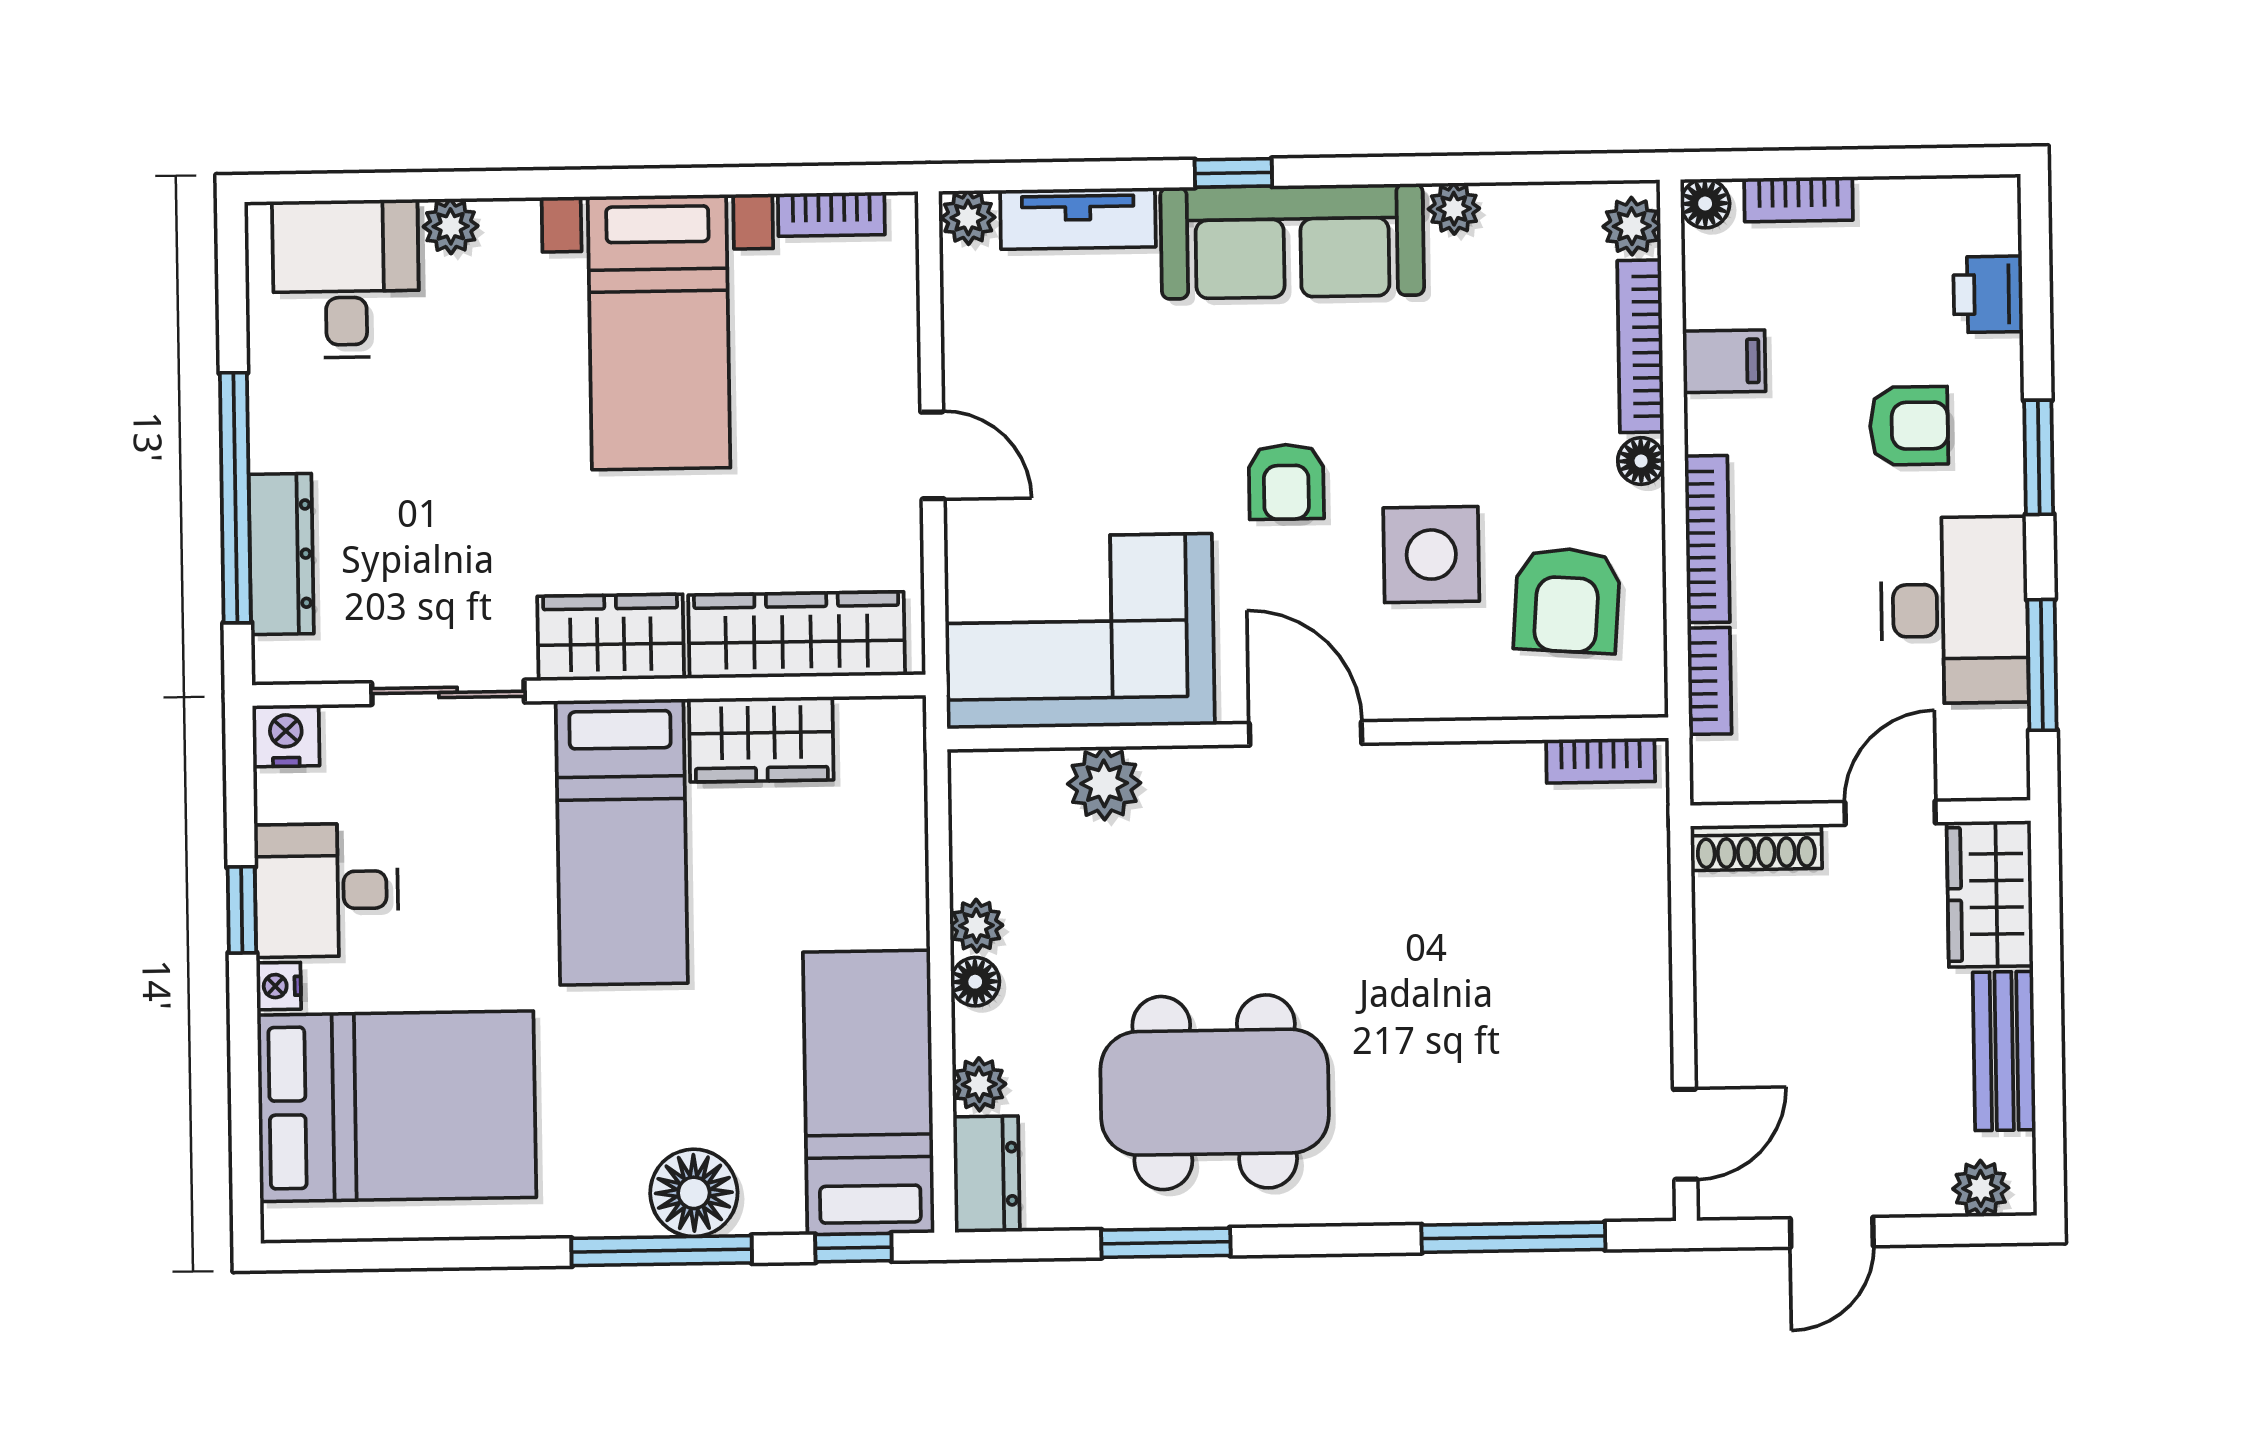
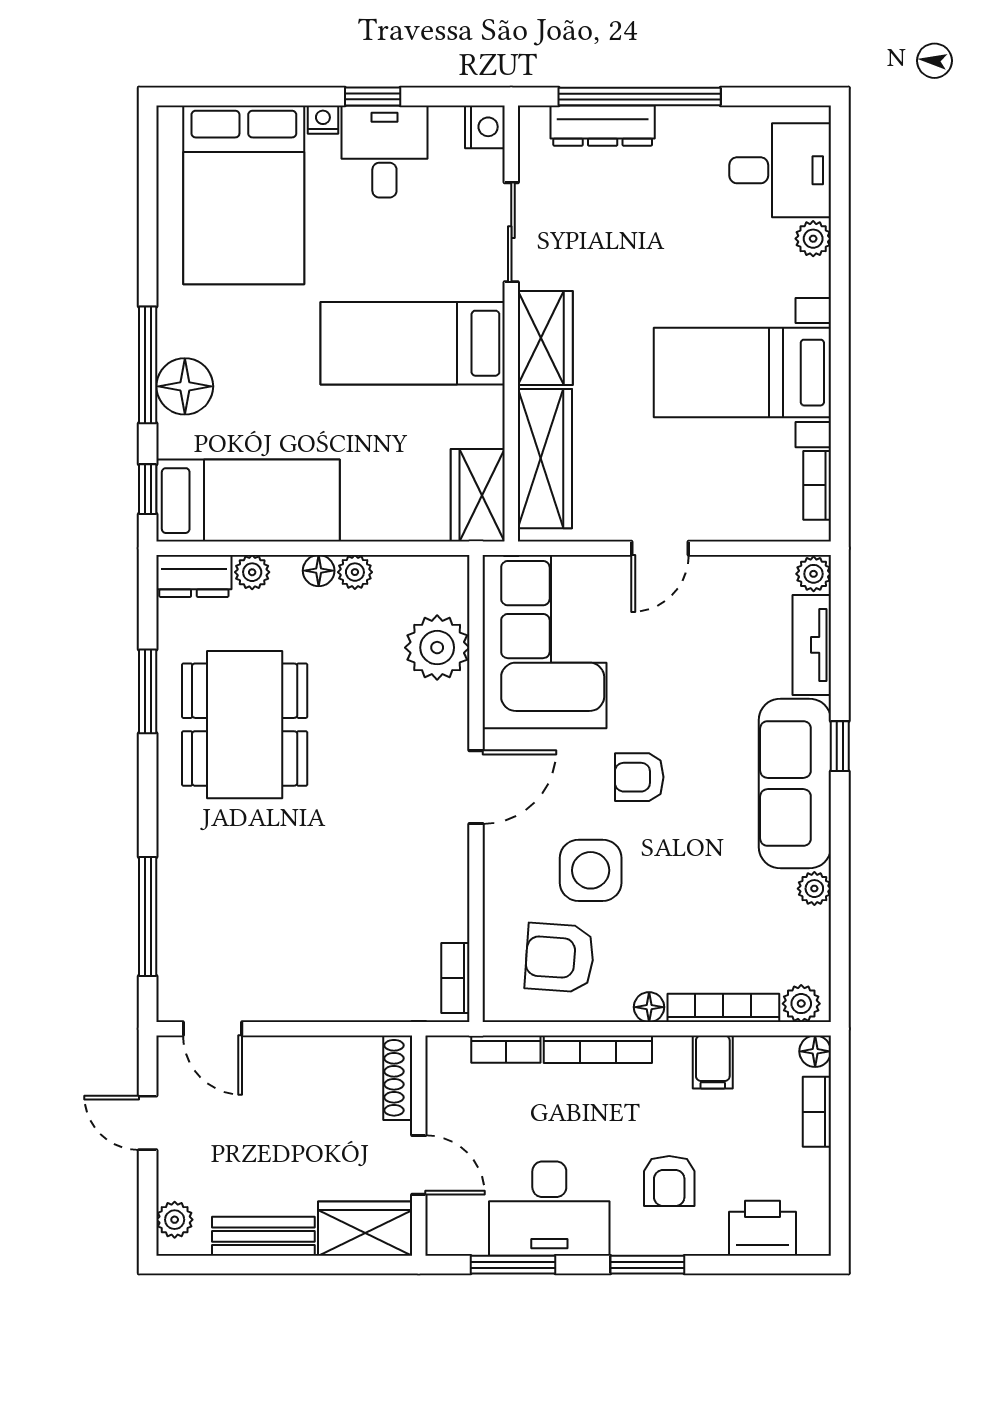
printer: (1988, 294) -> (762, 1228), width x1.36, depth x1.24
wardrobe: (761, 739) -> (478, 495), moved
plant: (1104, 783) -> (437, 648), width x1.36, depth x1.36

